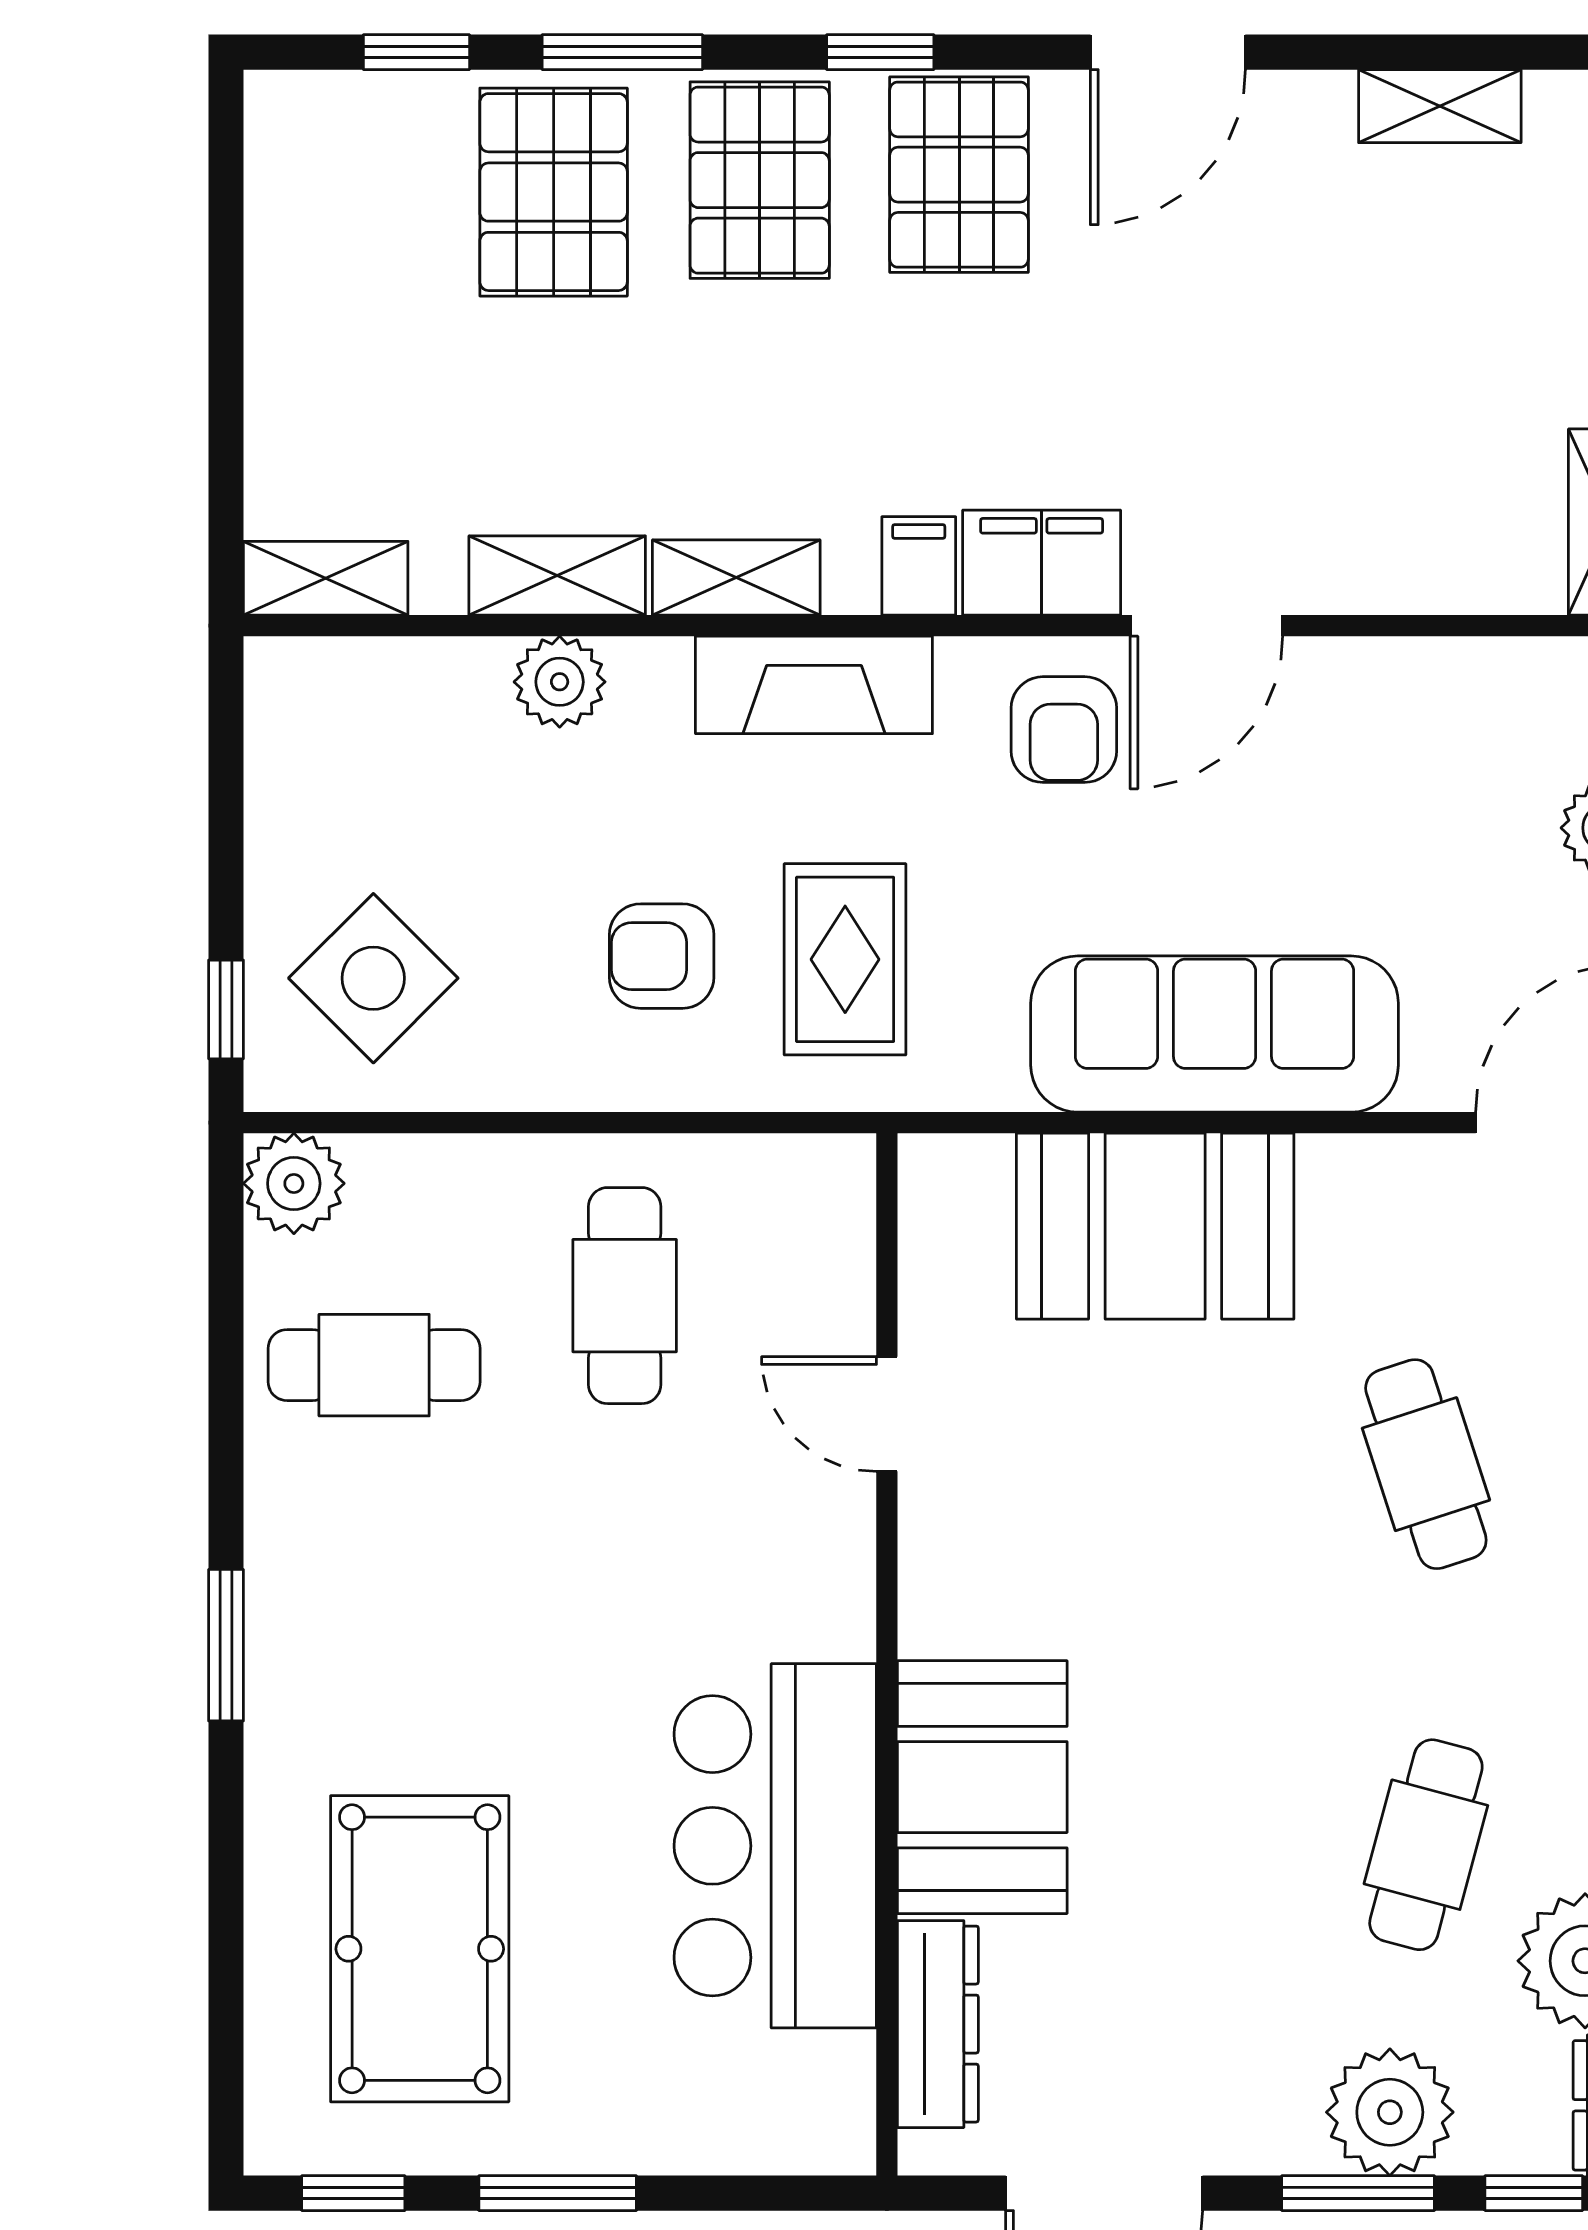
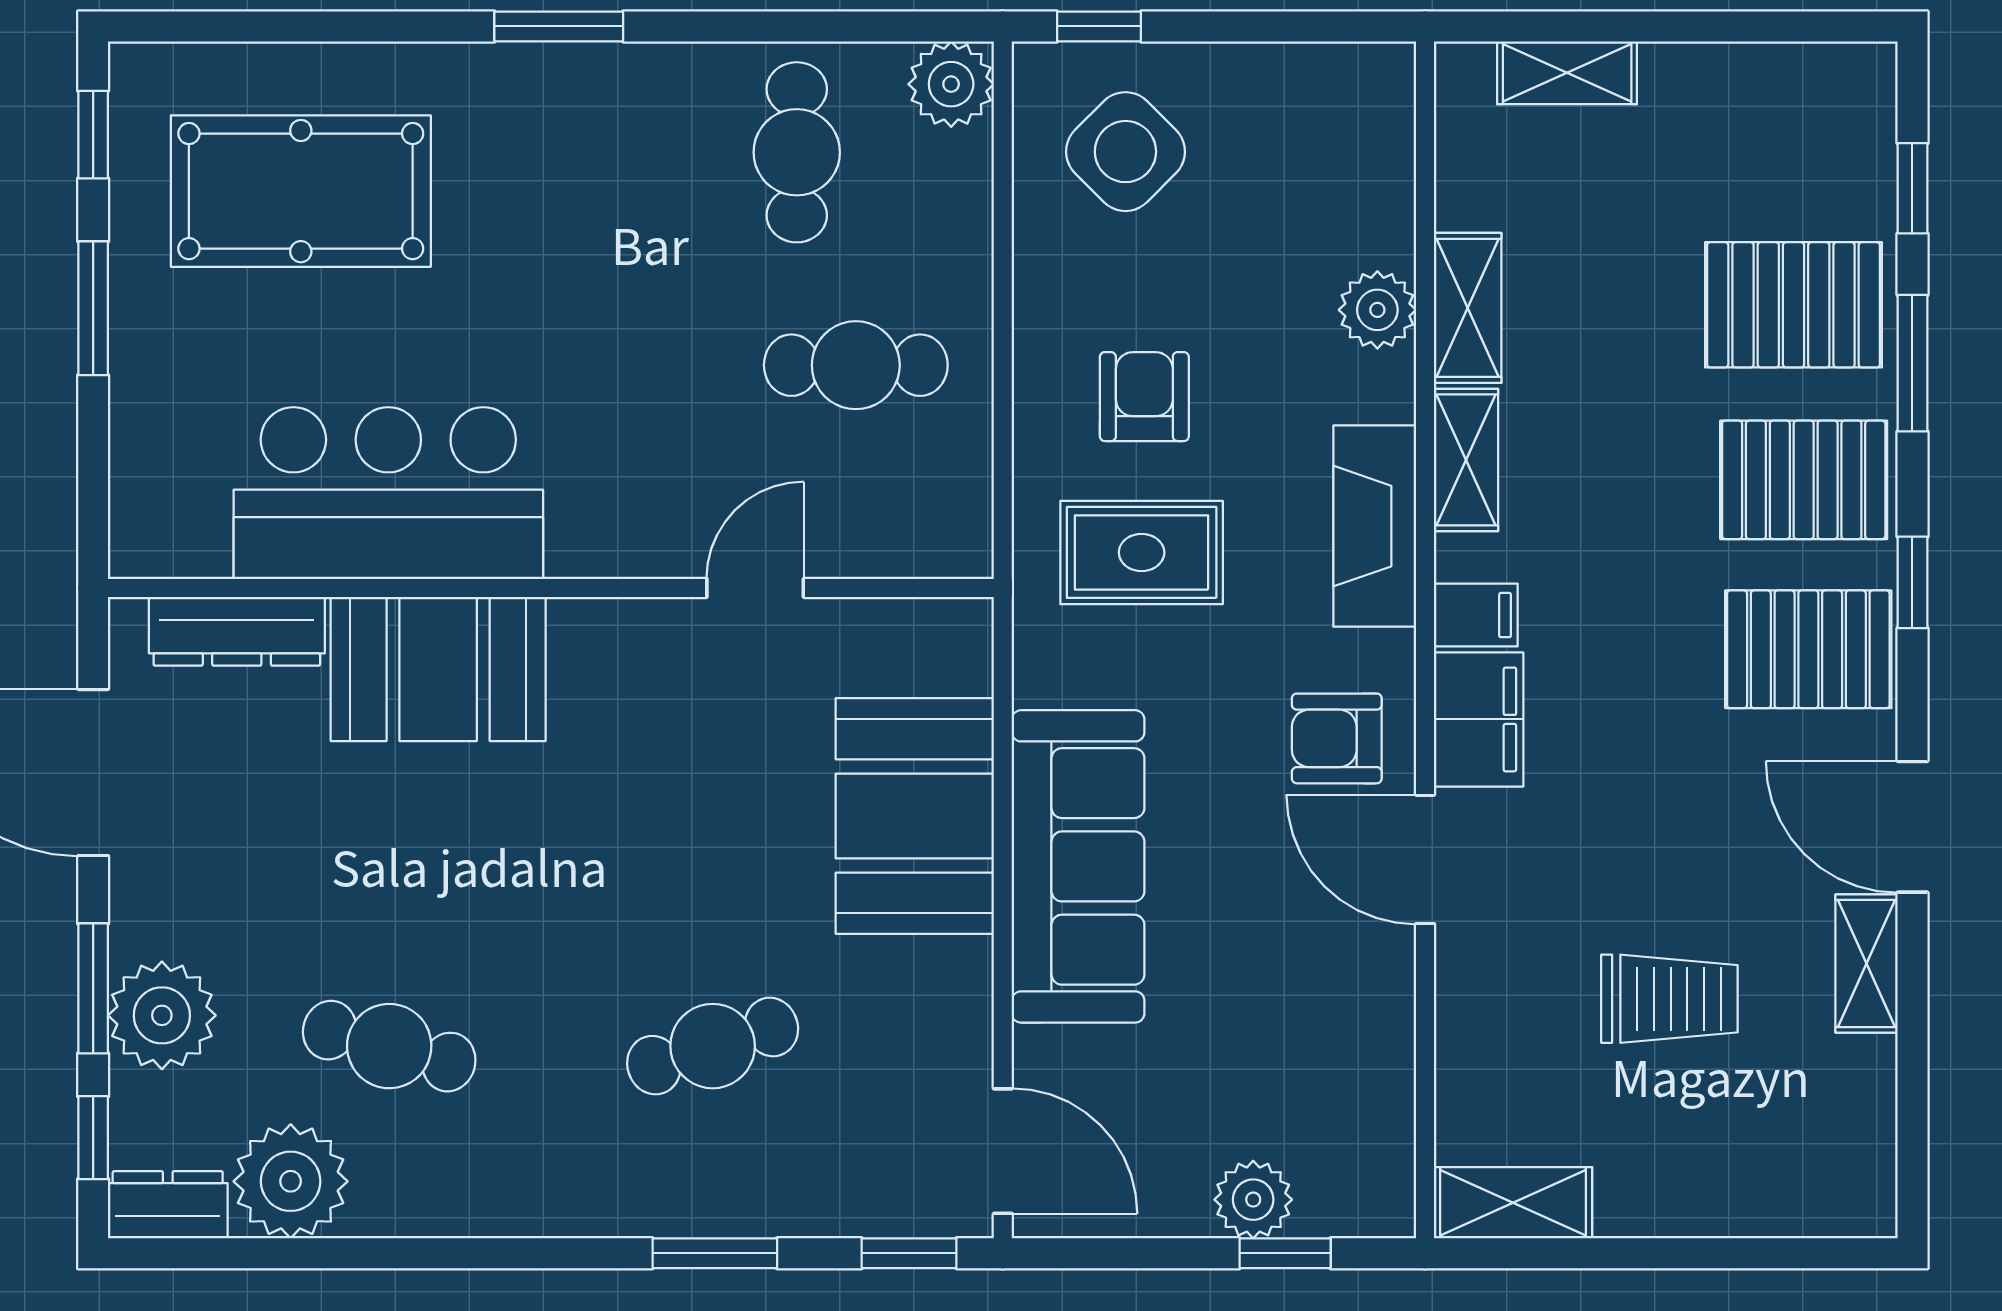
shelving: (1440, 106) -> (1867, 964), moved
trolley: (1370, 338) -> (1669, 999), added
shelving: (326, 578) -> (1567, 73), moved, turned 90

